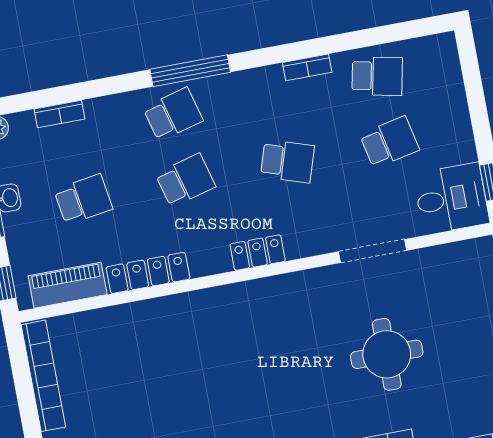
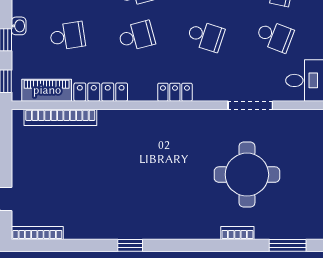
school desk: (390, 142) -> (275, 36), turned 33
round table: (387, 354) -> (247, 175), width x1.36, depth x1.36
bookcase: (43, 376) -> (60, 117), moved, turned 90

